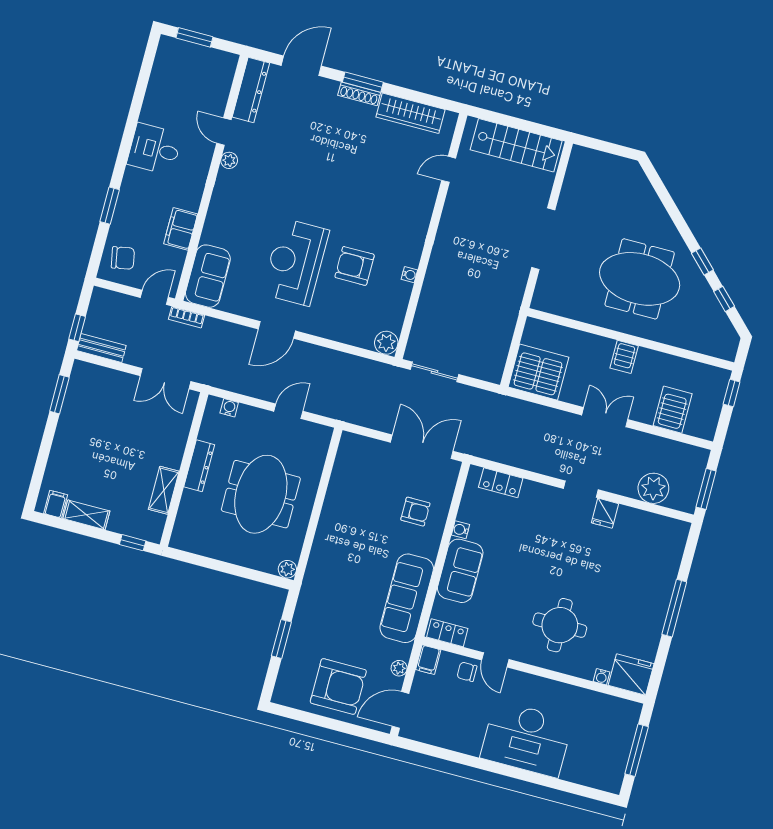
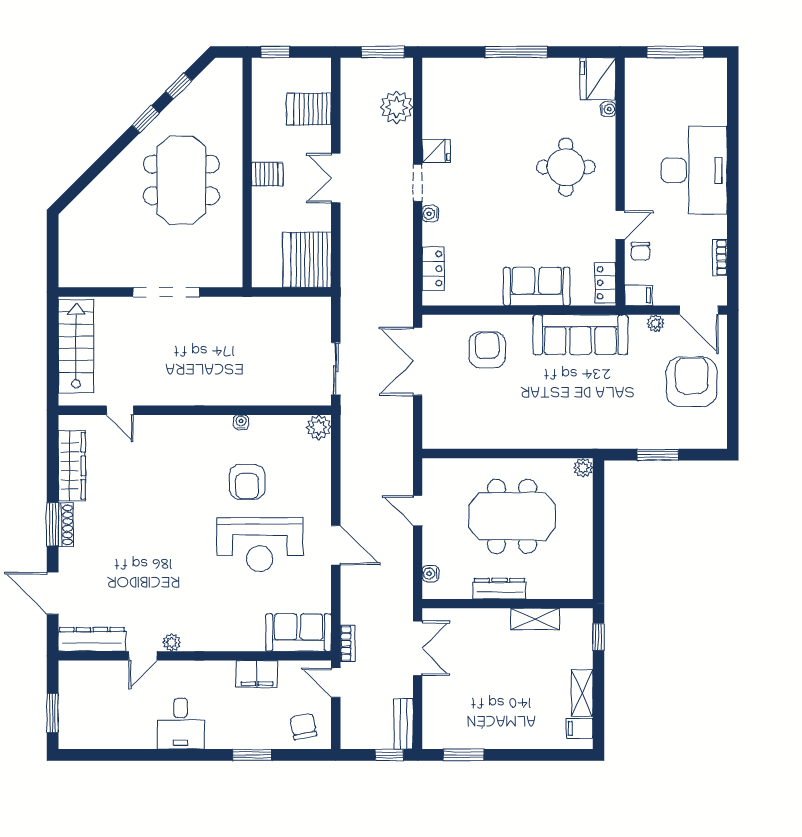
armchair: (415, 512) -> (487, 350), width x1.38, depth x1.38
water cooler: (461, 530) -> (430, 214), moved, turned 90
bookcase: (442, 741) -> (720, 258), added

